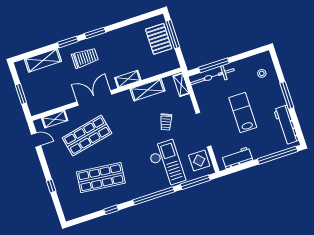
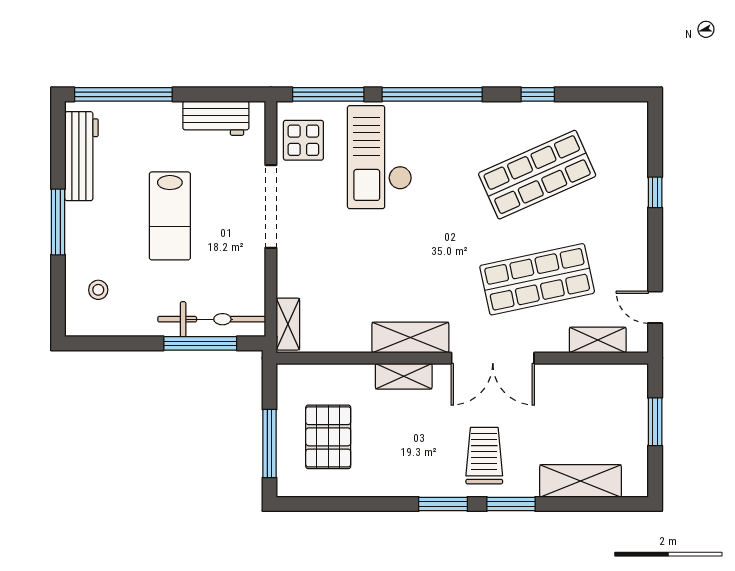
pallet: (159, 39) -> (328, 437), moved
trolley: (85, 58) -> (484, 456), turned 90
shelving: (147, 90) -> (410, 337), moved
trolley: (166, 122) -> (350, 252), removed
shop shelf: (101, 178) -> (537, 175), turned -30

